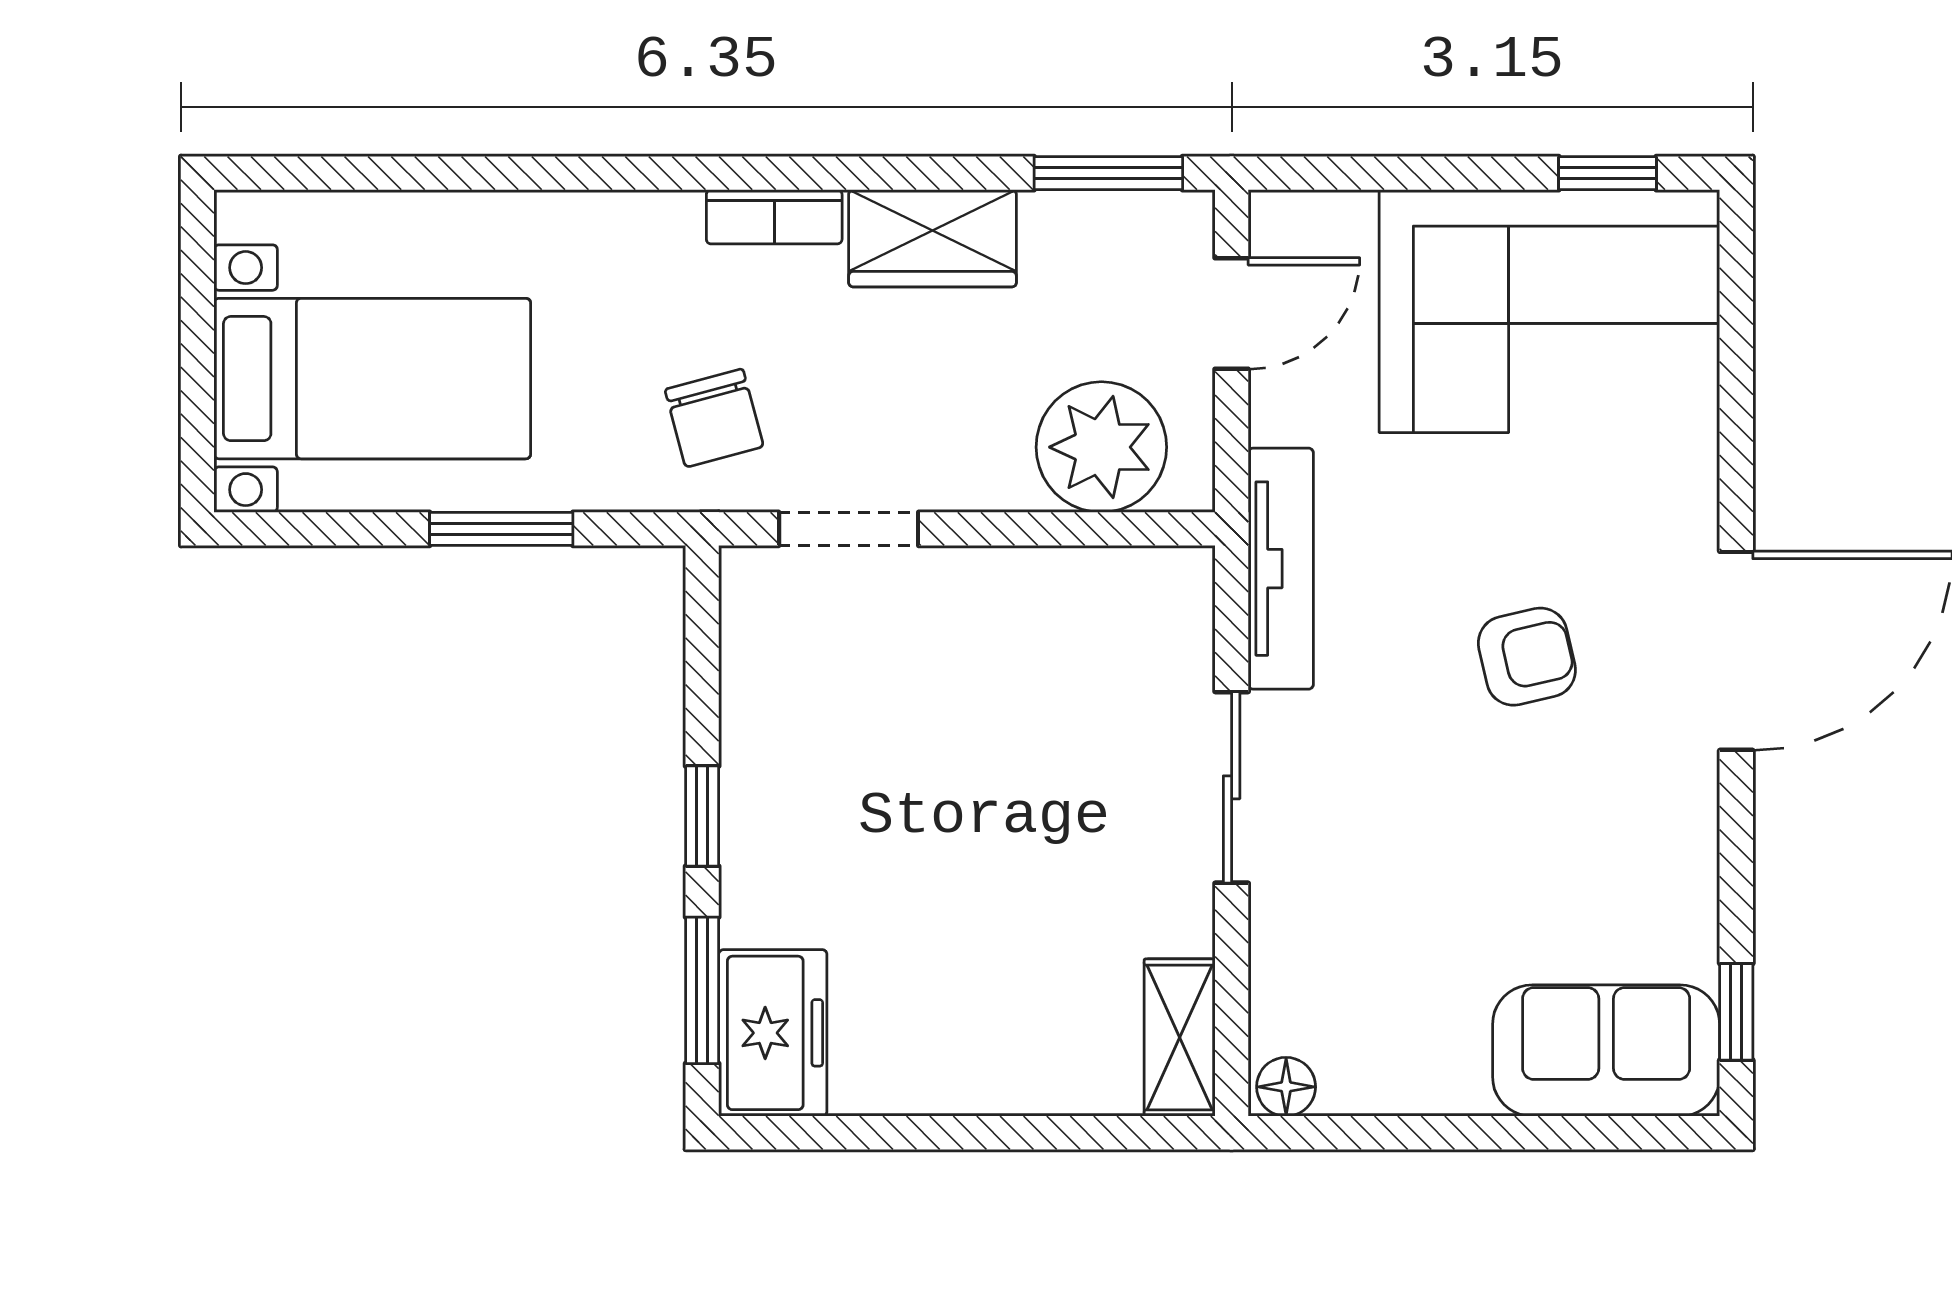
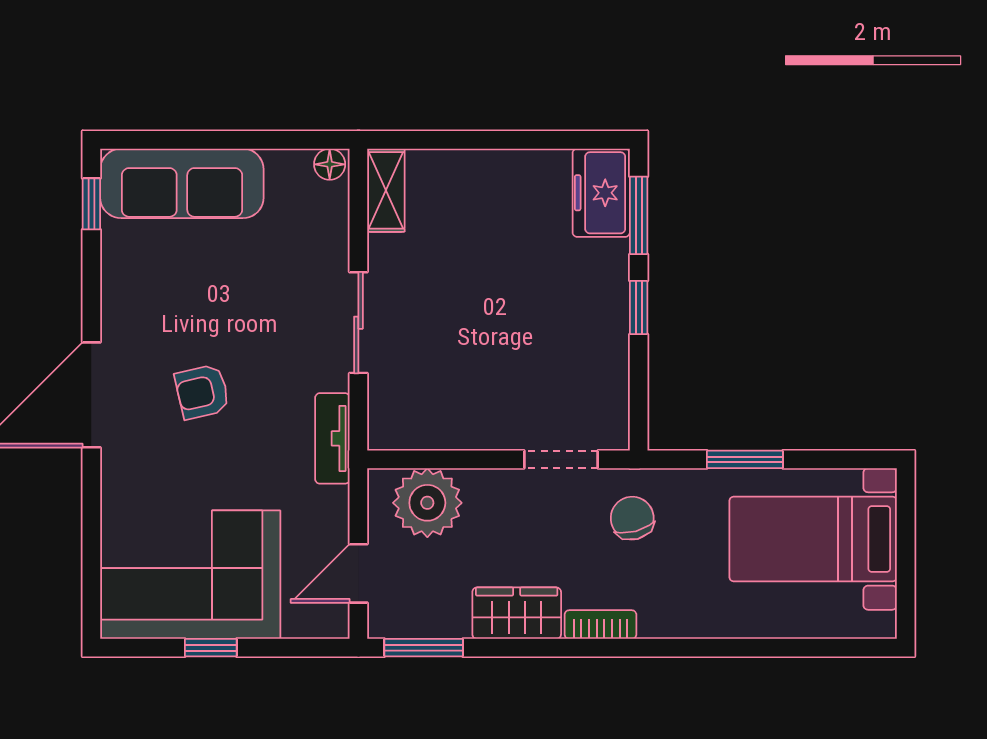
window: (1608, 173) -> (211, 648), moved
tv unit: (1281, 569) -> (332, 438), width x0.71
sofa: (1606, 1051) -> (182, 183), width x1.36

